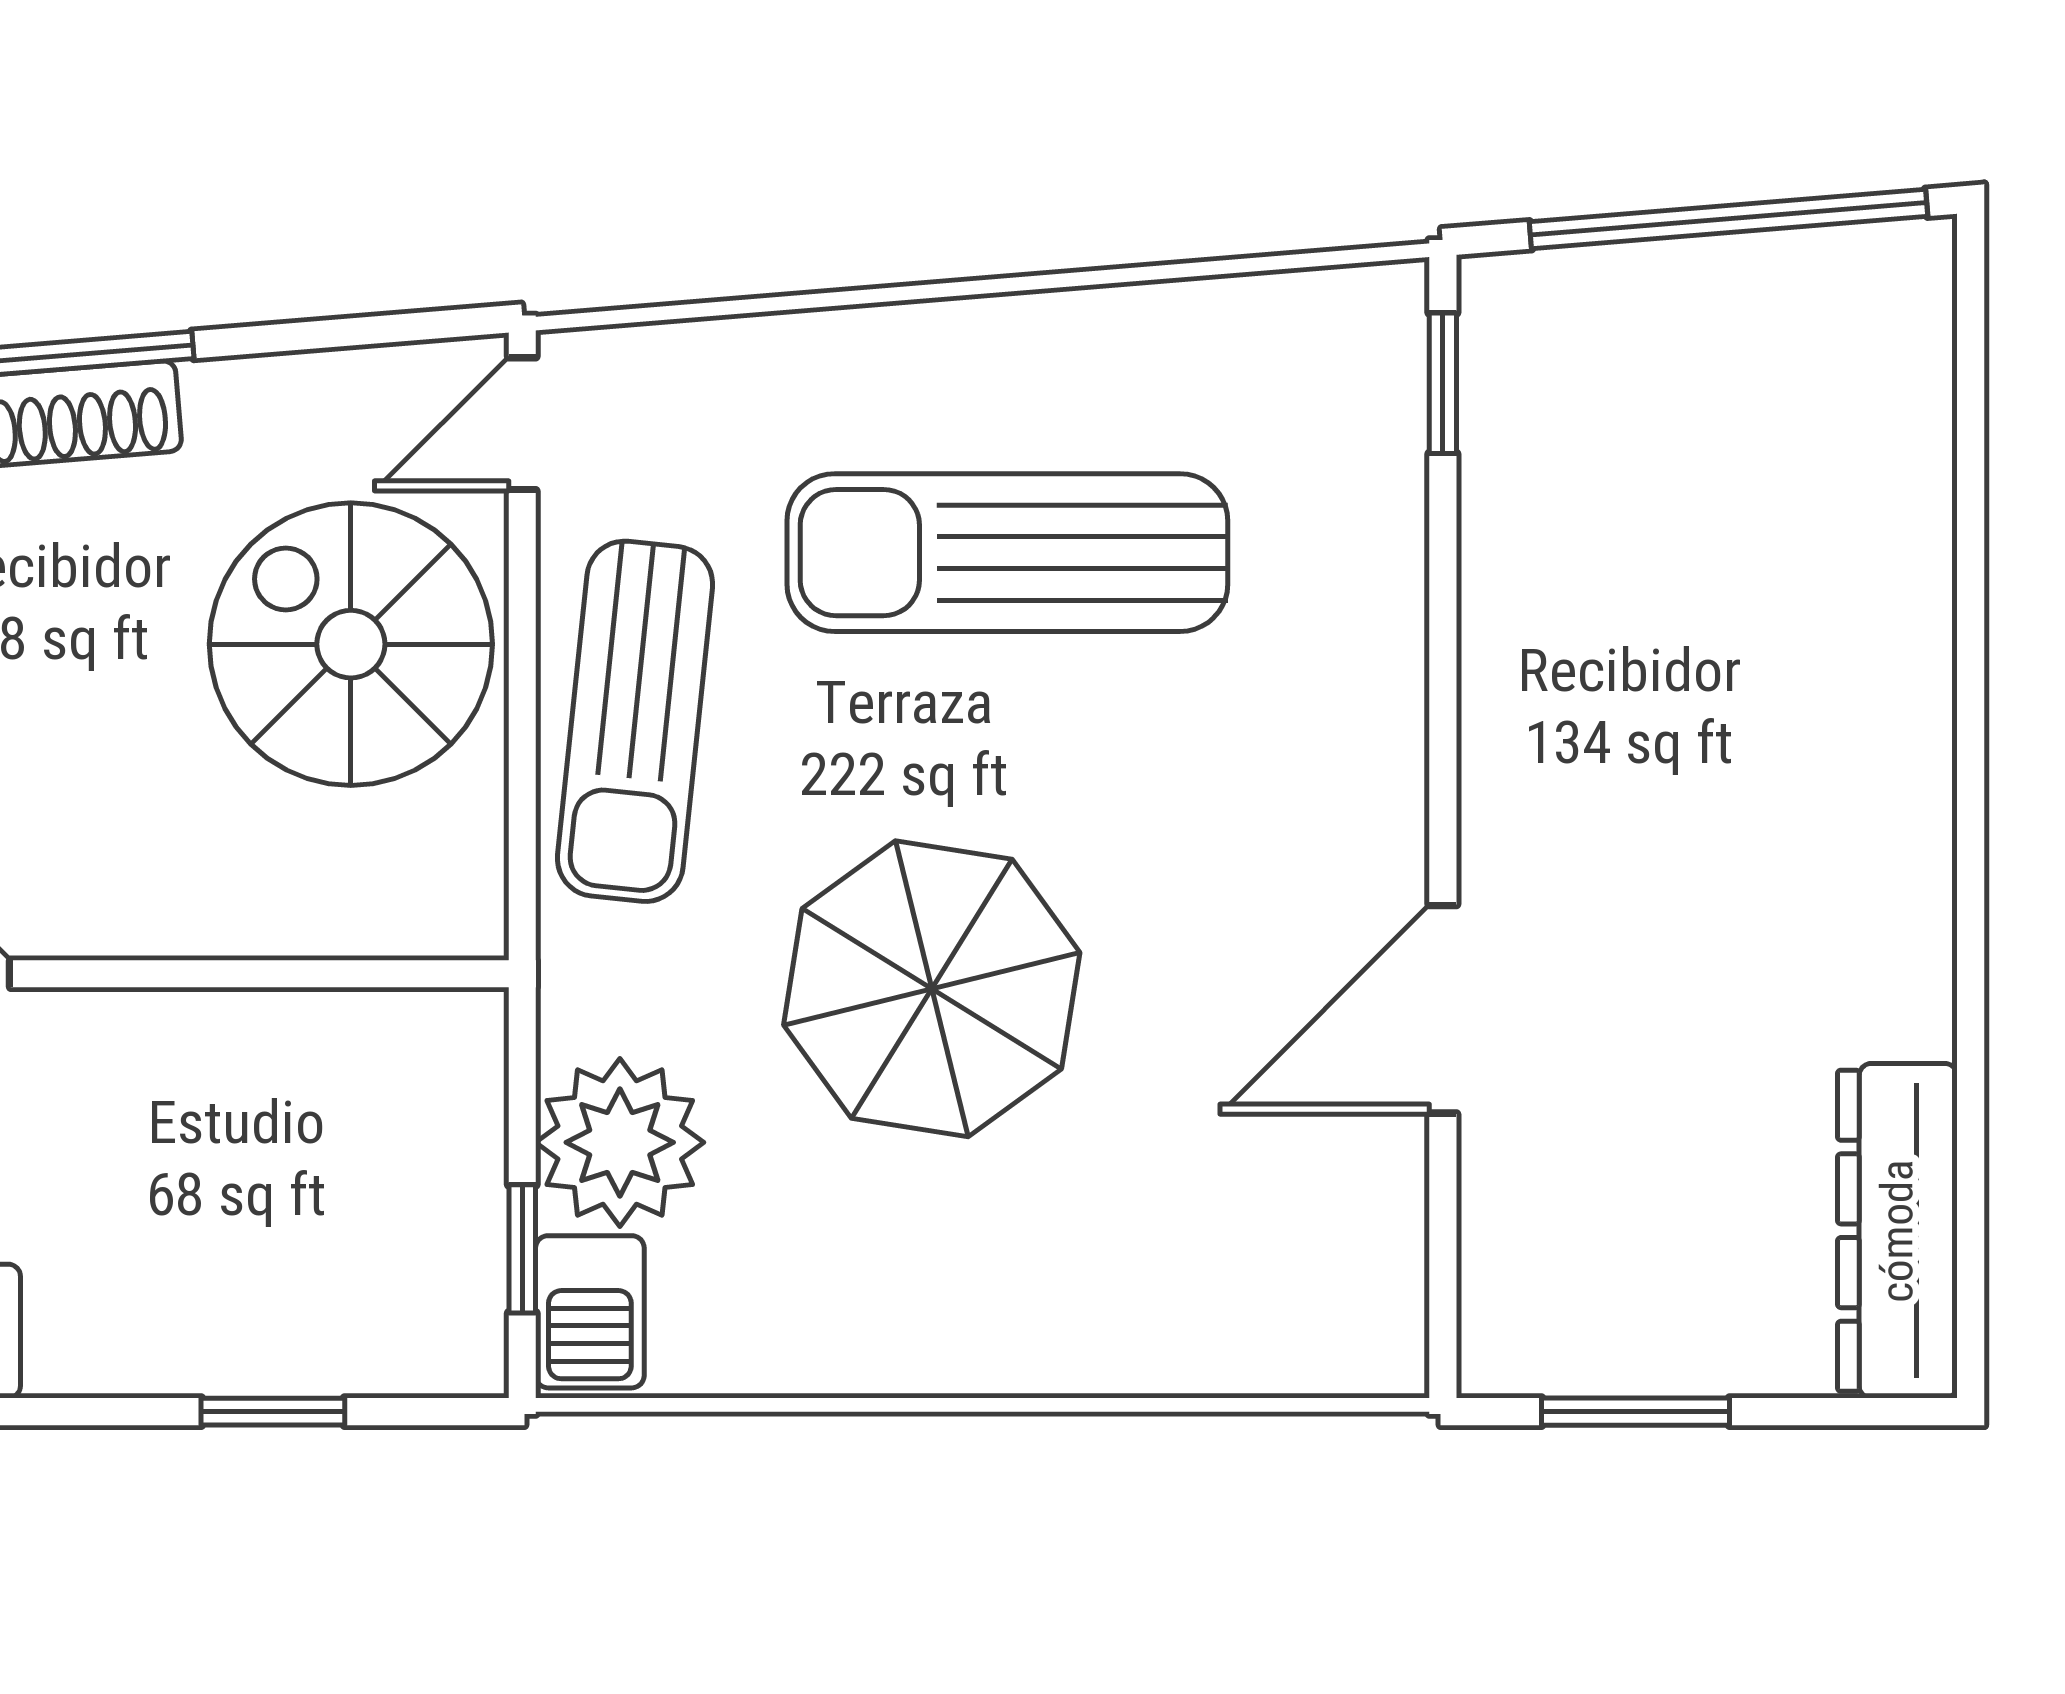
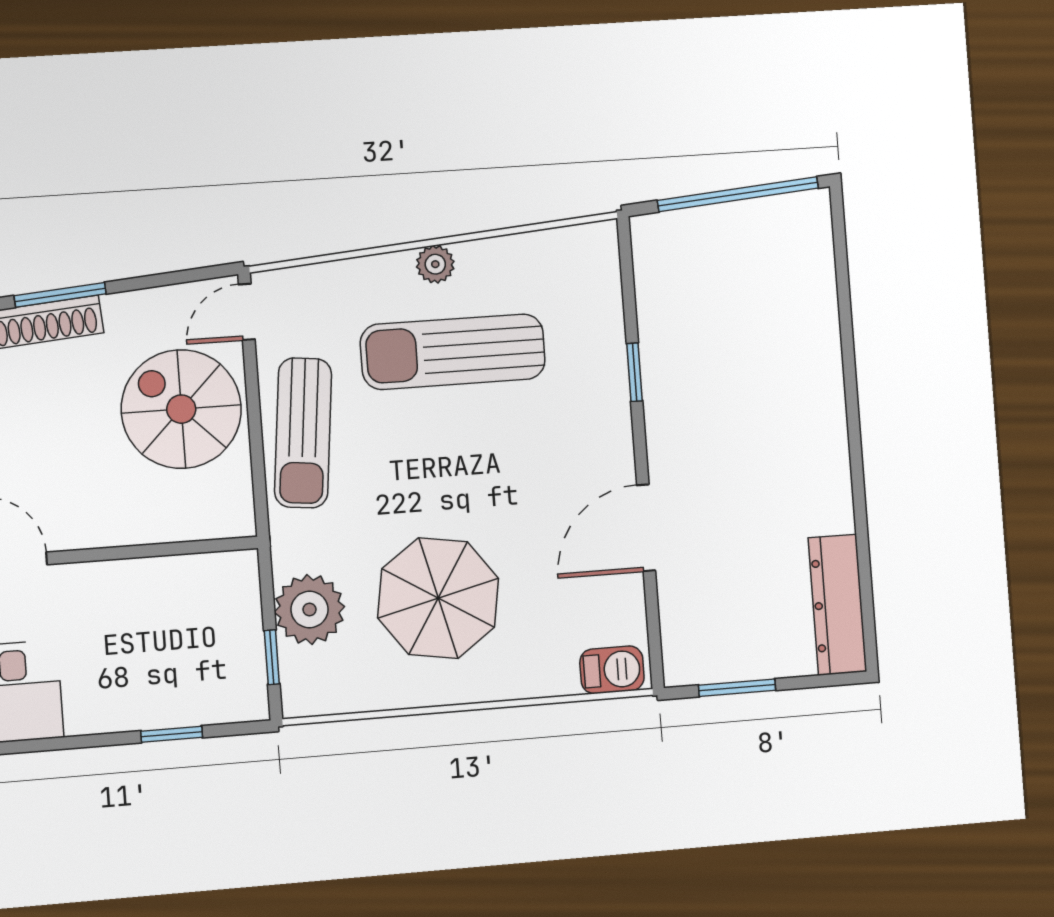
plant: (981, 340) -> (435, 264), added
window: (1443, 383) -> (634, 372), moved
parasol: (932, 989) -> (438, 598), moved
barbecue: (590, 1312) -> (612, 670), moved, turned -90

